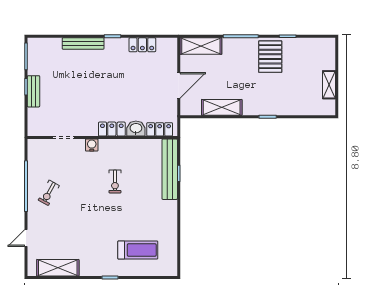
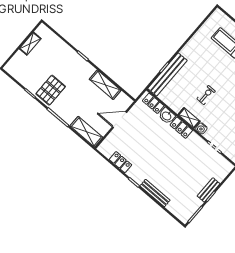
shelving: (112, 145) -> (189, 118), added

